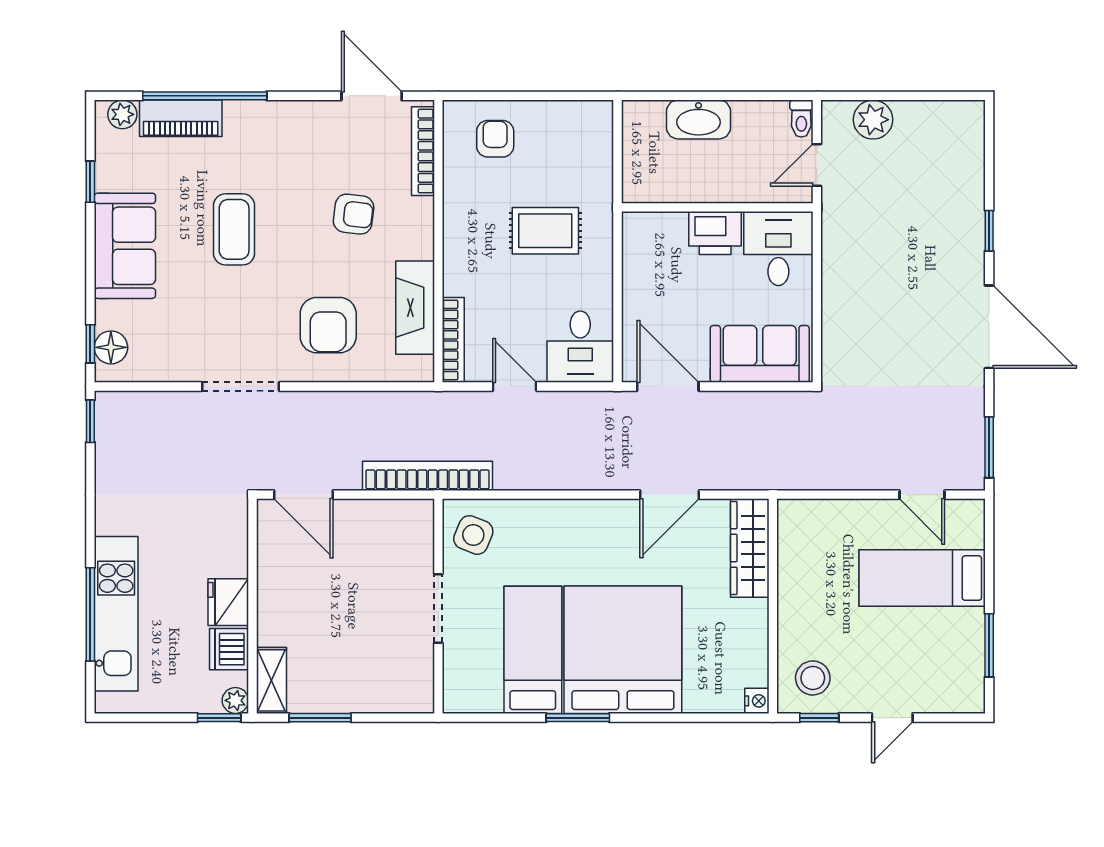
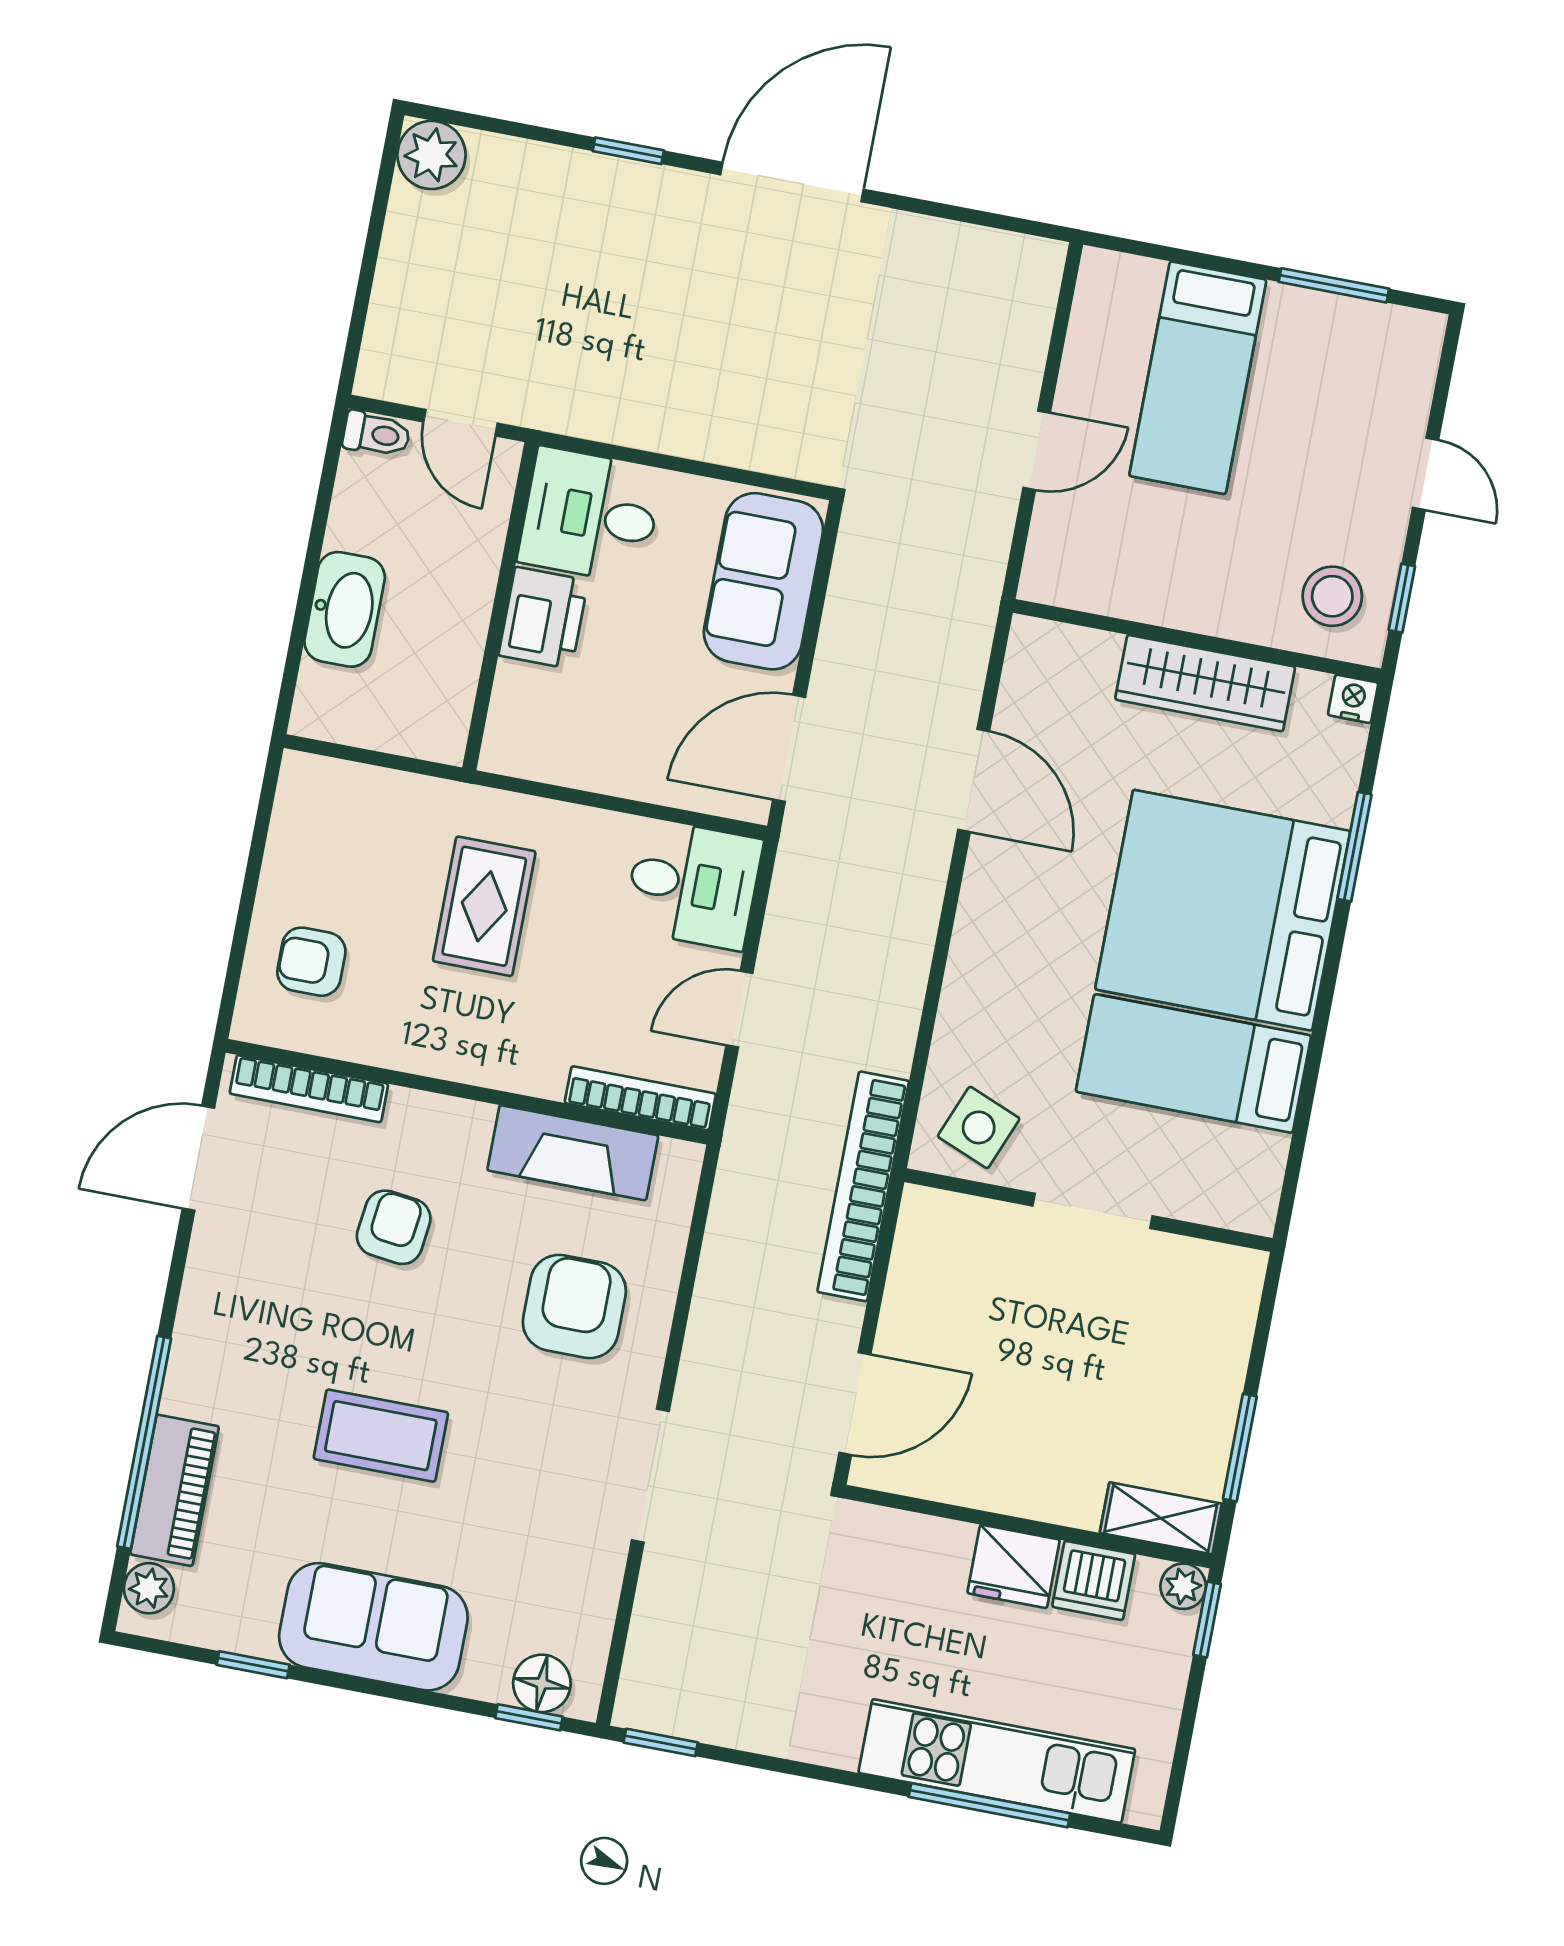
plant: (873, 120) -> (431, 155), moved
armchair: (328, 325) -> (574, 1307), turned -90
window: (989, 447) -> (997, 221), removed
door: (922, 495) -> (1037, 450), moved
wardrobe: (750, 548) -> (1205, 683), moved
window: (578, 718) -> (1354, 847), moved

